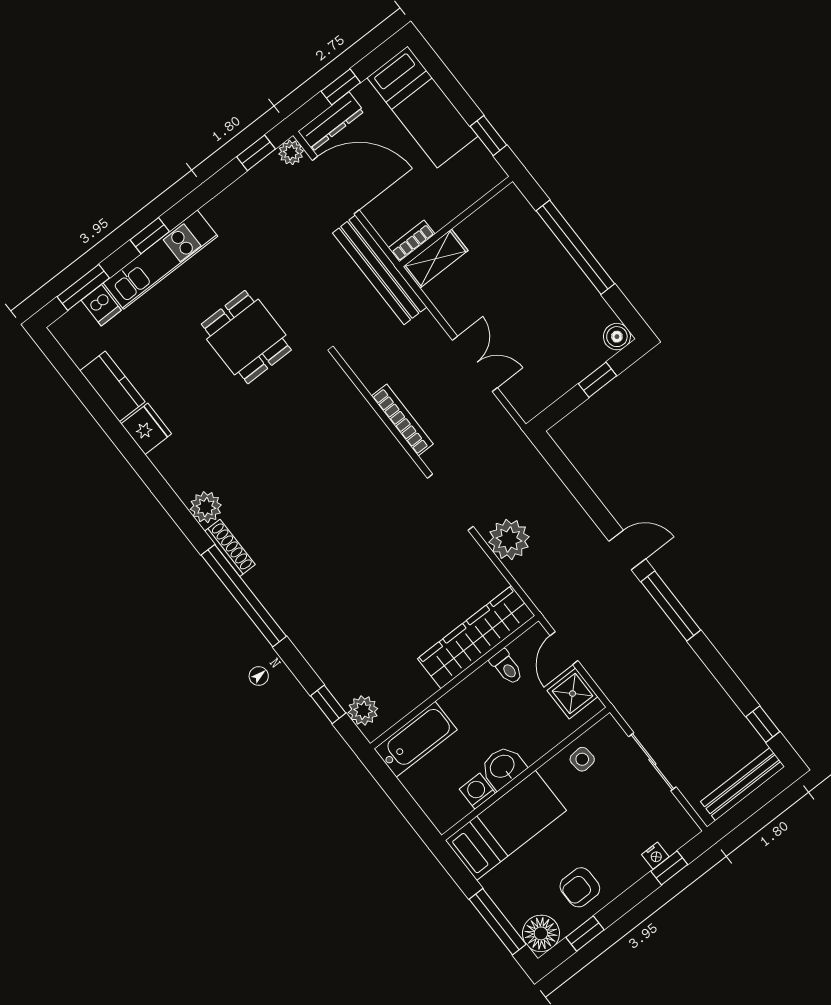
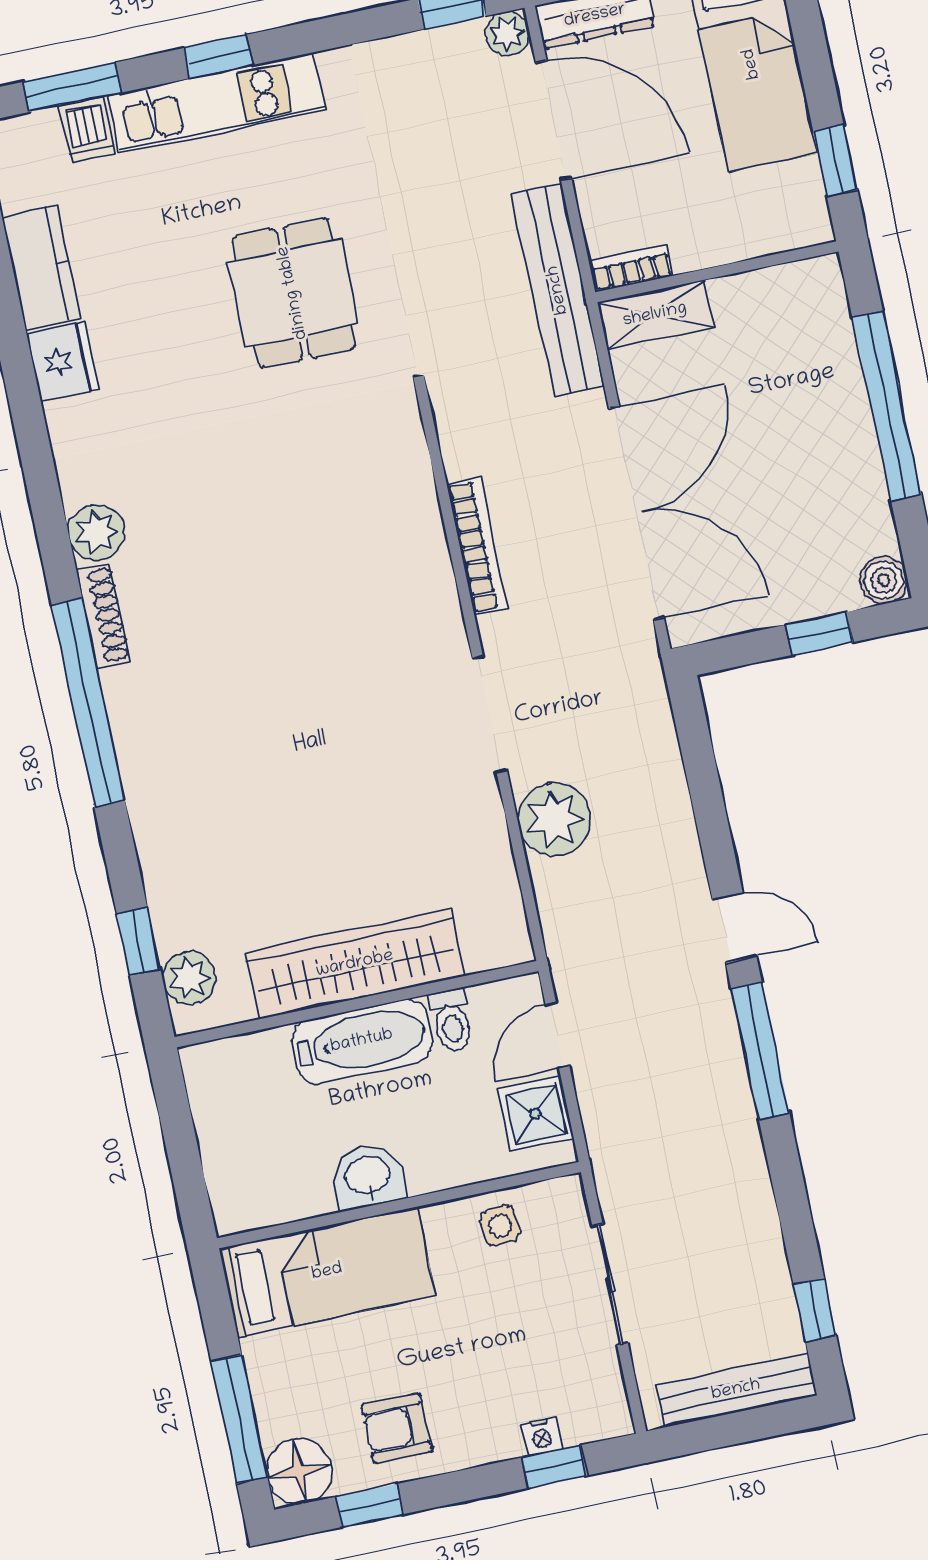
double door: (475, 364) -> (636, 513), width x1.87
wardrobe: (476, 637) -> (355, 964), moved
bathtub: (416, 739) -> (362, 1041), moved
washing machine: (477, 791) -> (309, 1195), removed

